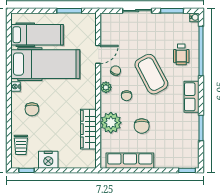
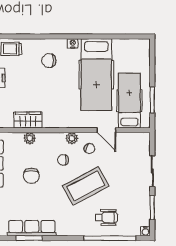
hospital bed: (37, 35) -> (129, 101), moved, turned 180
wheelchair: (181, 54) -> (106, 217), turned 180
row of seats: (191, 97) -> (32, 228), moved, width x1.48
plant: (111, 123) -> (30, 138), width x0.53, depth x0.53
chair: (142, 126) -> (31, 176), turned -90
wardrobe: (88, 129) -> (28, 120), width x0.67

